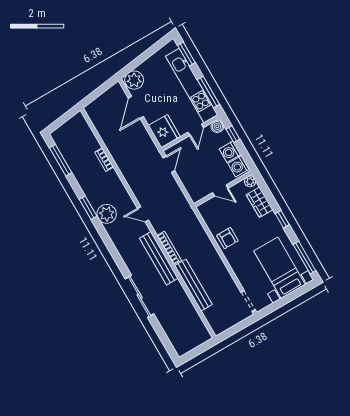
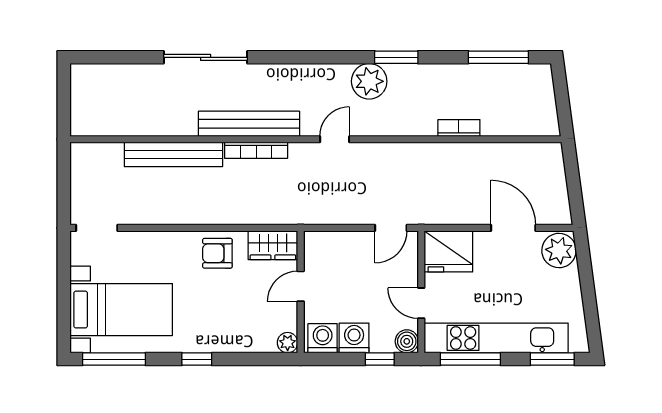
door: (169, 164) -> (391, 228), hinge flipped
wardrobe: (260, 202) -> (273, 245), moved, turned 180

